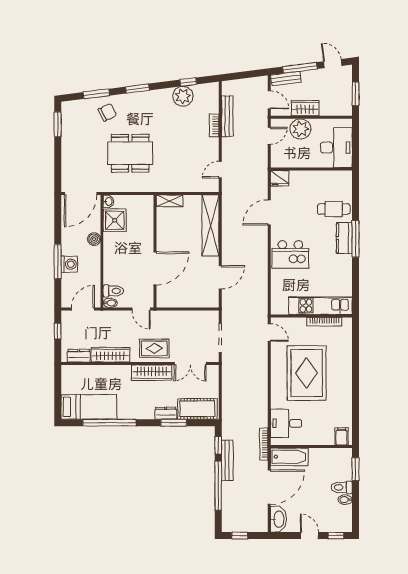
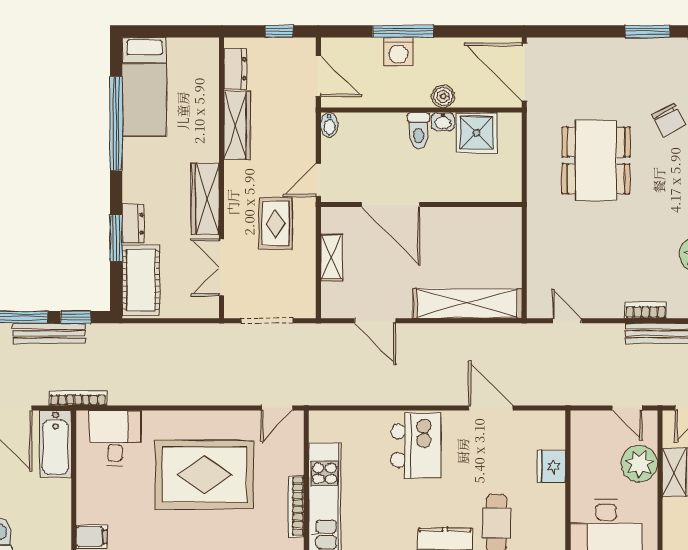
fridge: (280, 178) -> (551, 466), moved
washbasin: (108, 201) -> (443, 122), moved
shelving: (170, 201) -> (331, 257), moved
kitchen island: (290, 254) -> (416, 446), turned 180
toilet: (113, 291) -> (419, 131), moved
rug: (154, 348) -> (276, 223), moved

